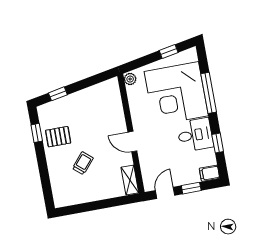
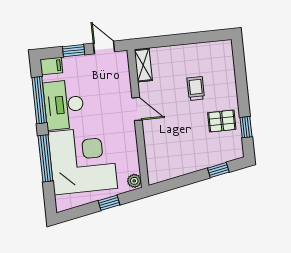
window: (169, 52) -> (109, 203), moved
desk: (195, 135) -> (64, 105), width x1.37
window: (218, 143) -> (39, 100), width x2.17
trolley: (83, 163) -> (196, 88), turned 139
door: (165, 193) -> (104, 47), swing flipped

